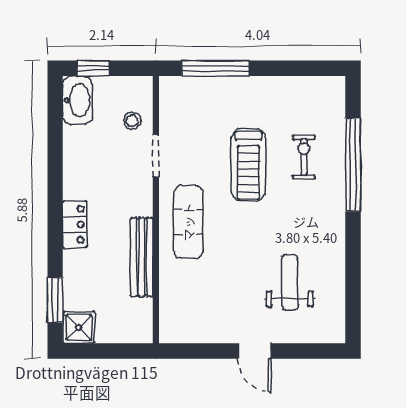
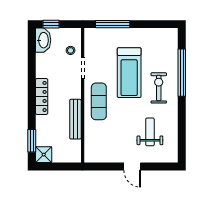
exercise bike: (304, 157) -> (159, 88), moved, width x1.38, depth x1.39
treadmill: (248, 165) -> (129, 73), width x1.37, depth x1.37
locker: (75, 224) -> (42, 96), width x1.53

